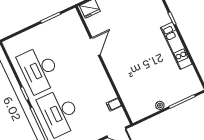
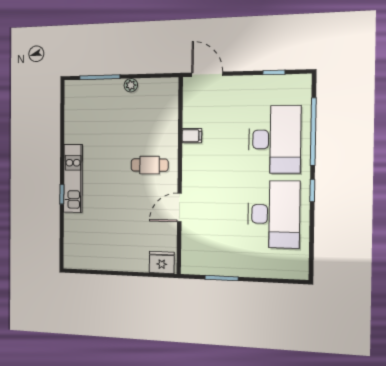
kitchen unit: (176, 46) -> (73, 178), moved
cafe table: (125, 63) -> (150, 165), added
filing cabinet: (114, 104) -> (192, 136), moved

